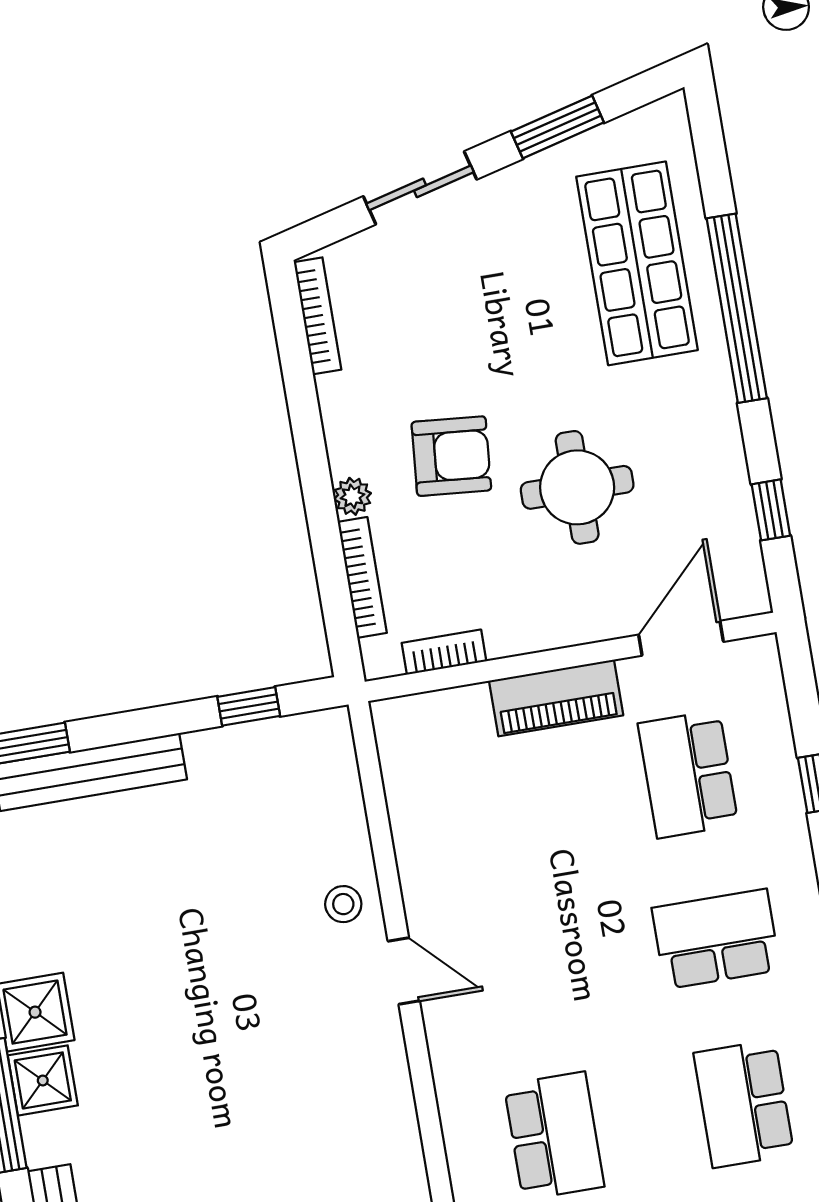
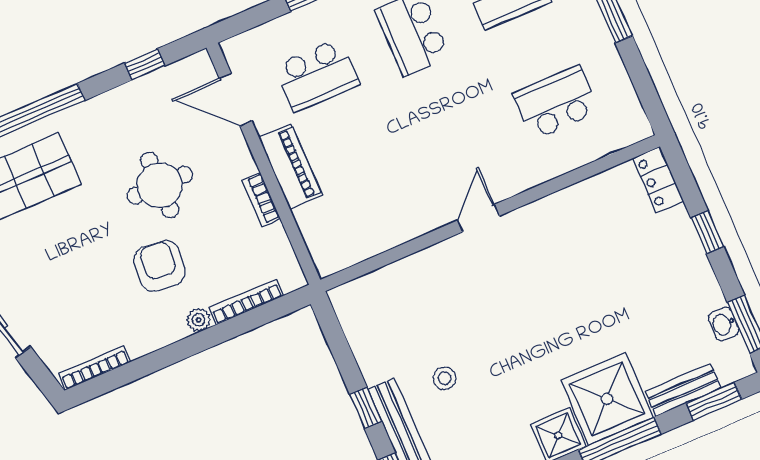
bookcase: (444, 652) -> (261, 199), moved
window: (249, 706) -> (366, 408), moved
stool: (343, 904) -> (444, 378), moved
shower: (43, 1080) -> (607, 399), width x1.86, depth x1.86

